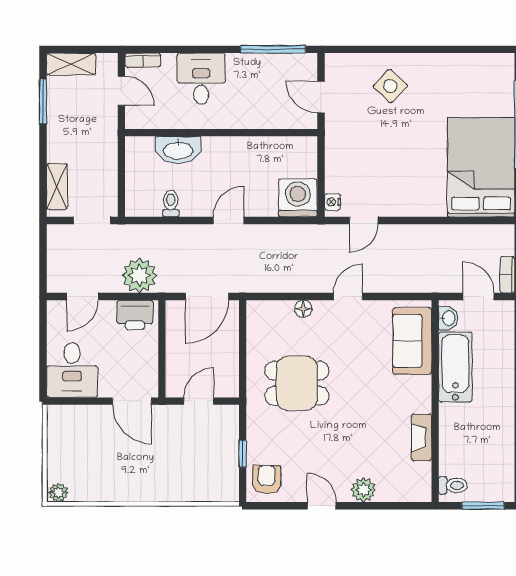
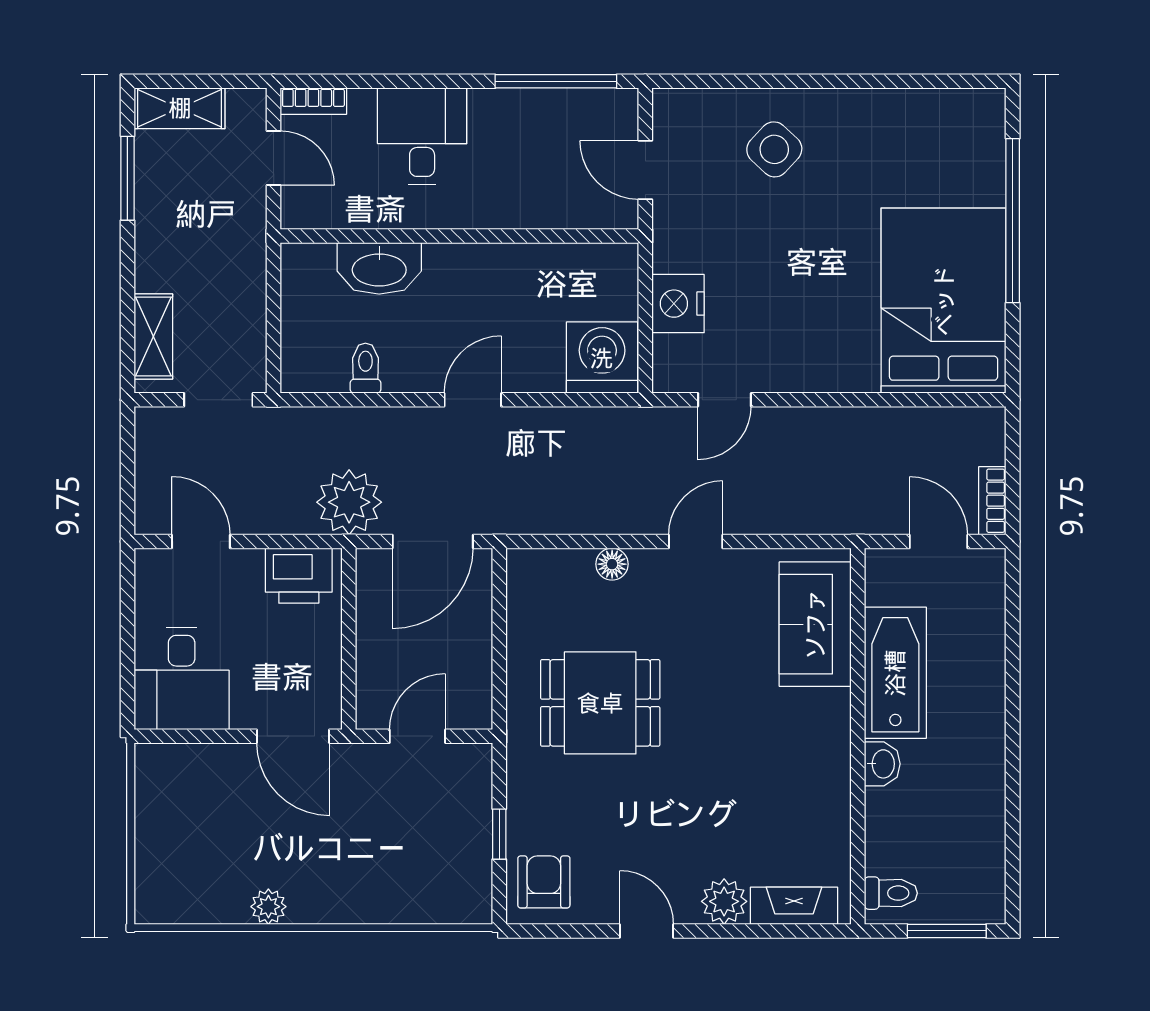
nightstand: (332, 202) -> (678, 304), moved, width x1.89, depth x1.79
plant: (139, 275) -> (349, 502), moved
door: (82, 297) -> (201, 541), swing flipped
washbasin: (448, 318) -> (882, 764), moved
fireplace: (422, 437) -> (794, 906), moved, turned 90
plant: (58, 493) -> (268, 907), moved

